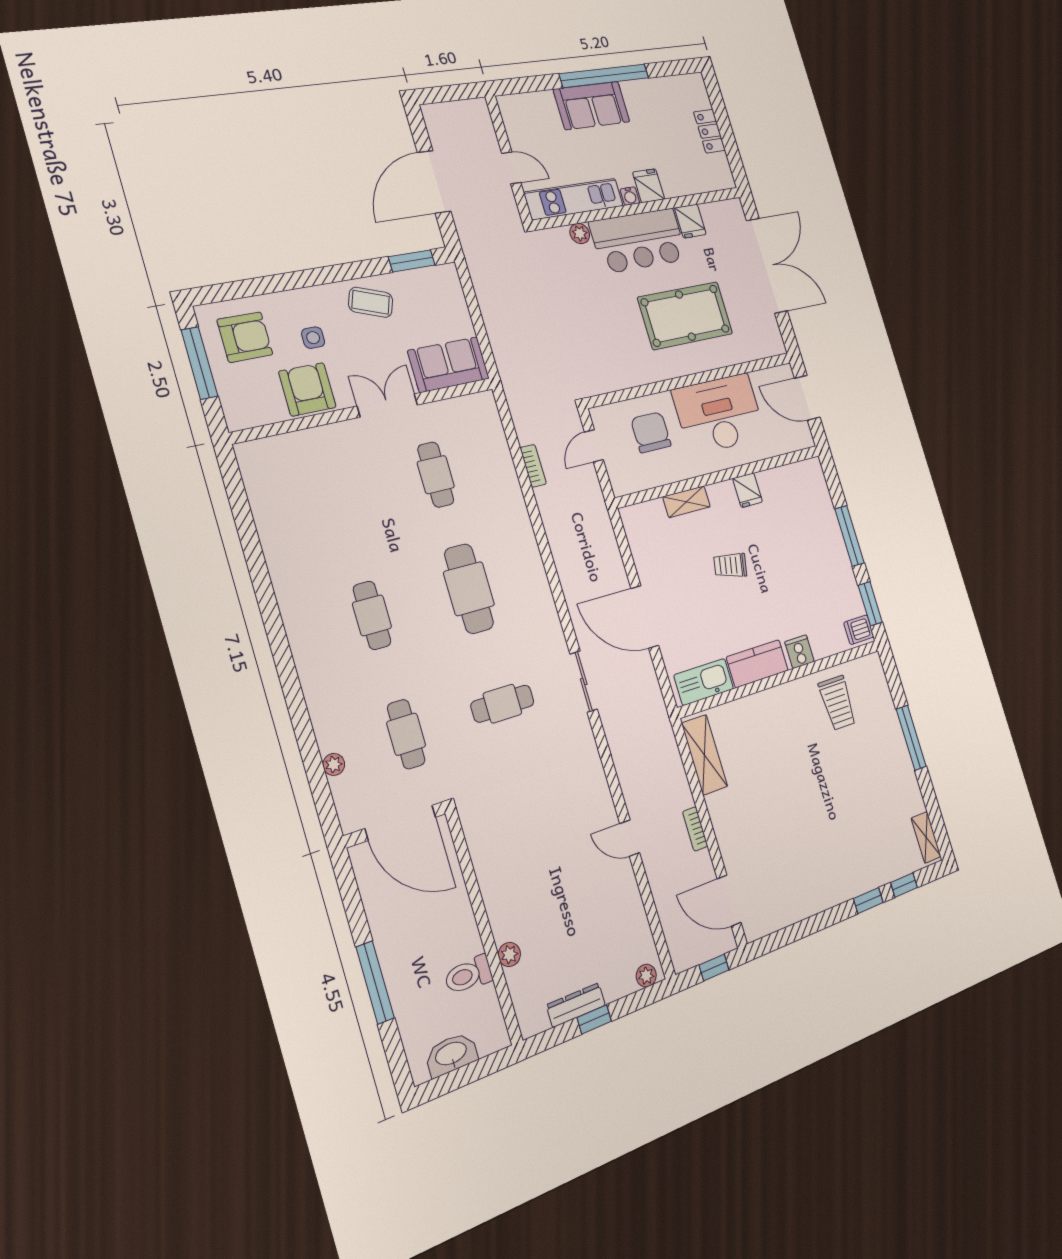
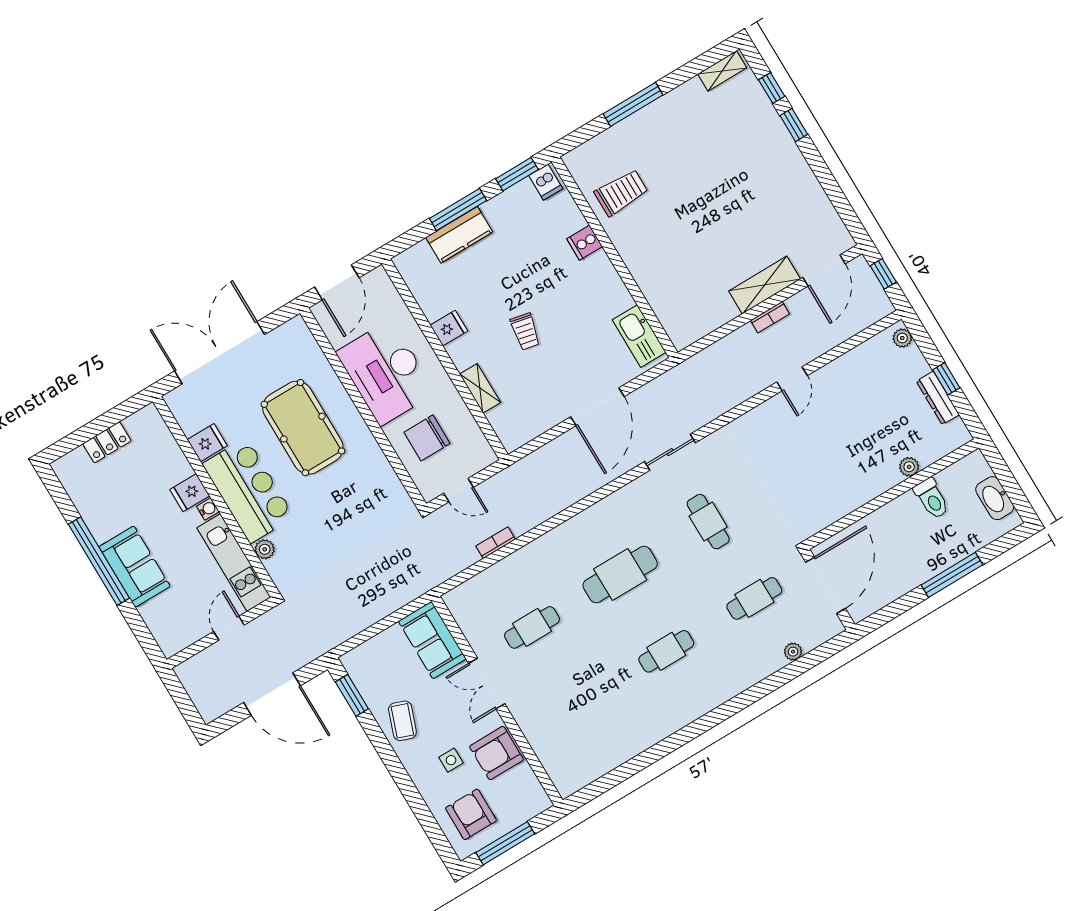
kitchen counter: (757, 664) -> (459, 235), moved, turned -90
shelving: (705, 755) -> (765, 285), moved

